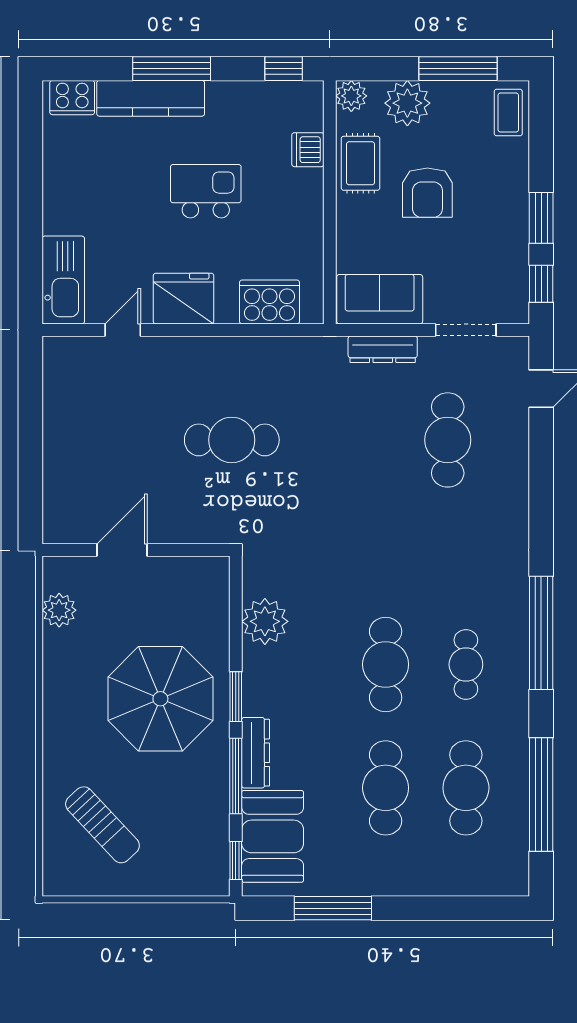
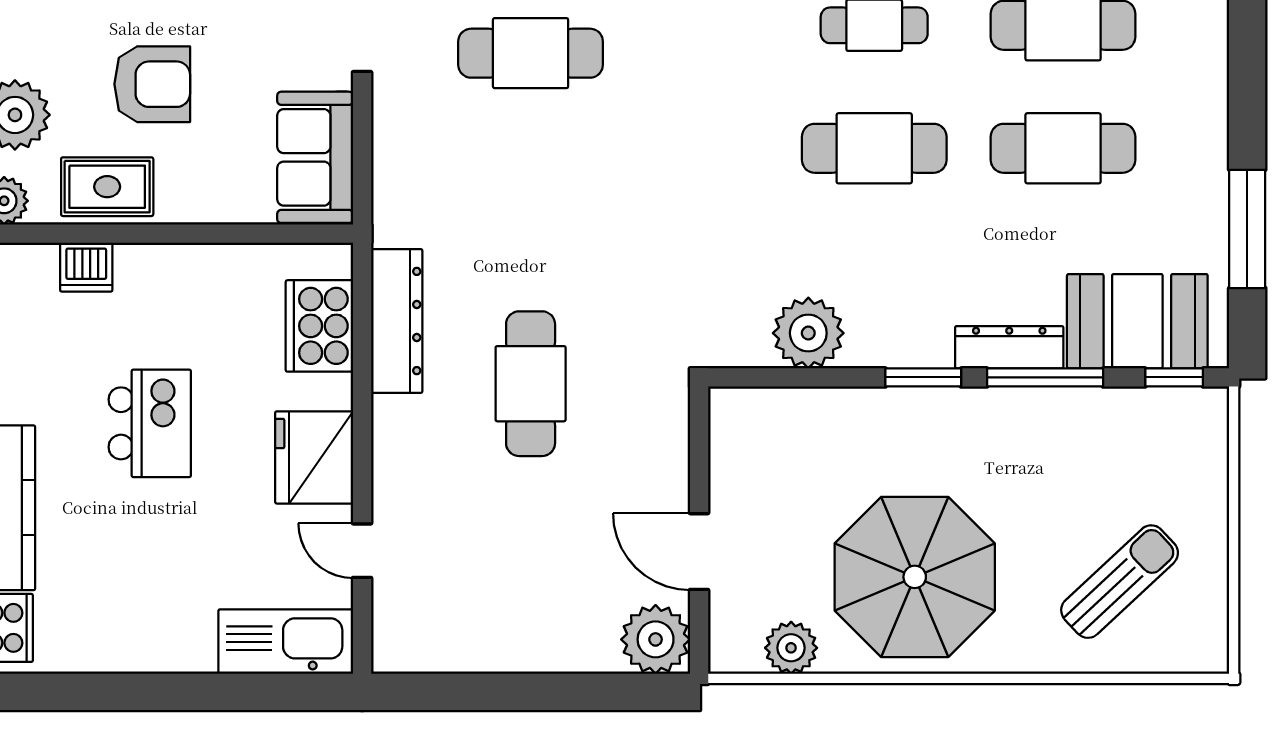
kitchen island: (206, 191) -> (150, 423), turned 180
dresser: (383, 349) -> (397, 321), moved, width x1.37, depth x1.24
plant: (65, 522) -> (656, 639), added
parasol: (160, 699) -> (915, 577), moved

